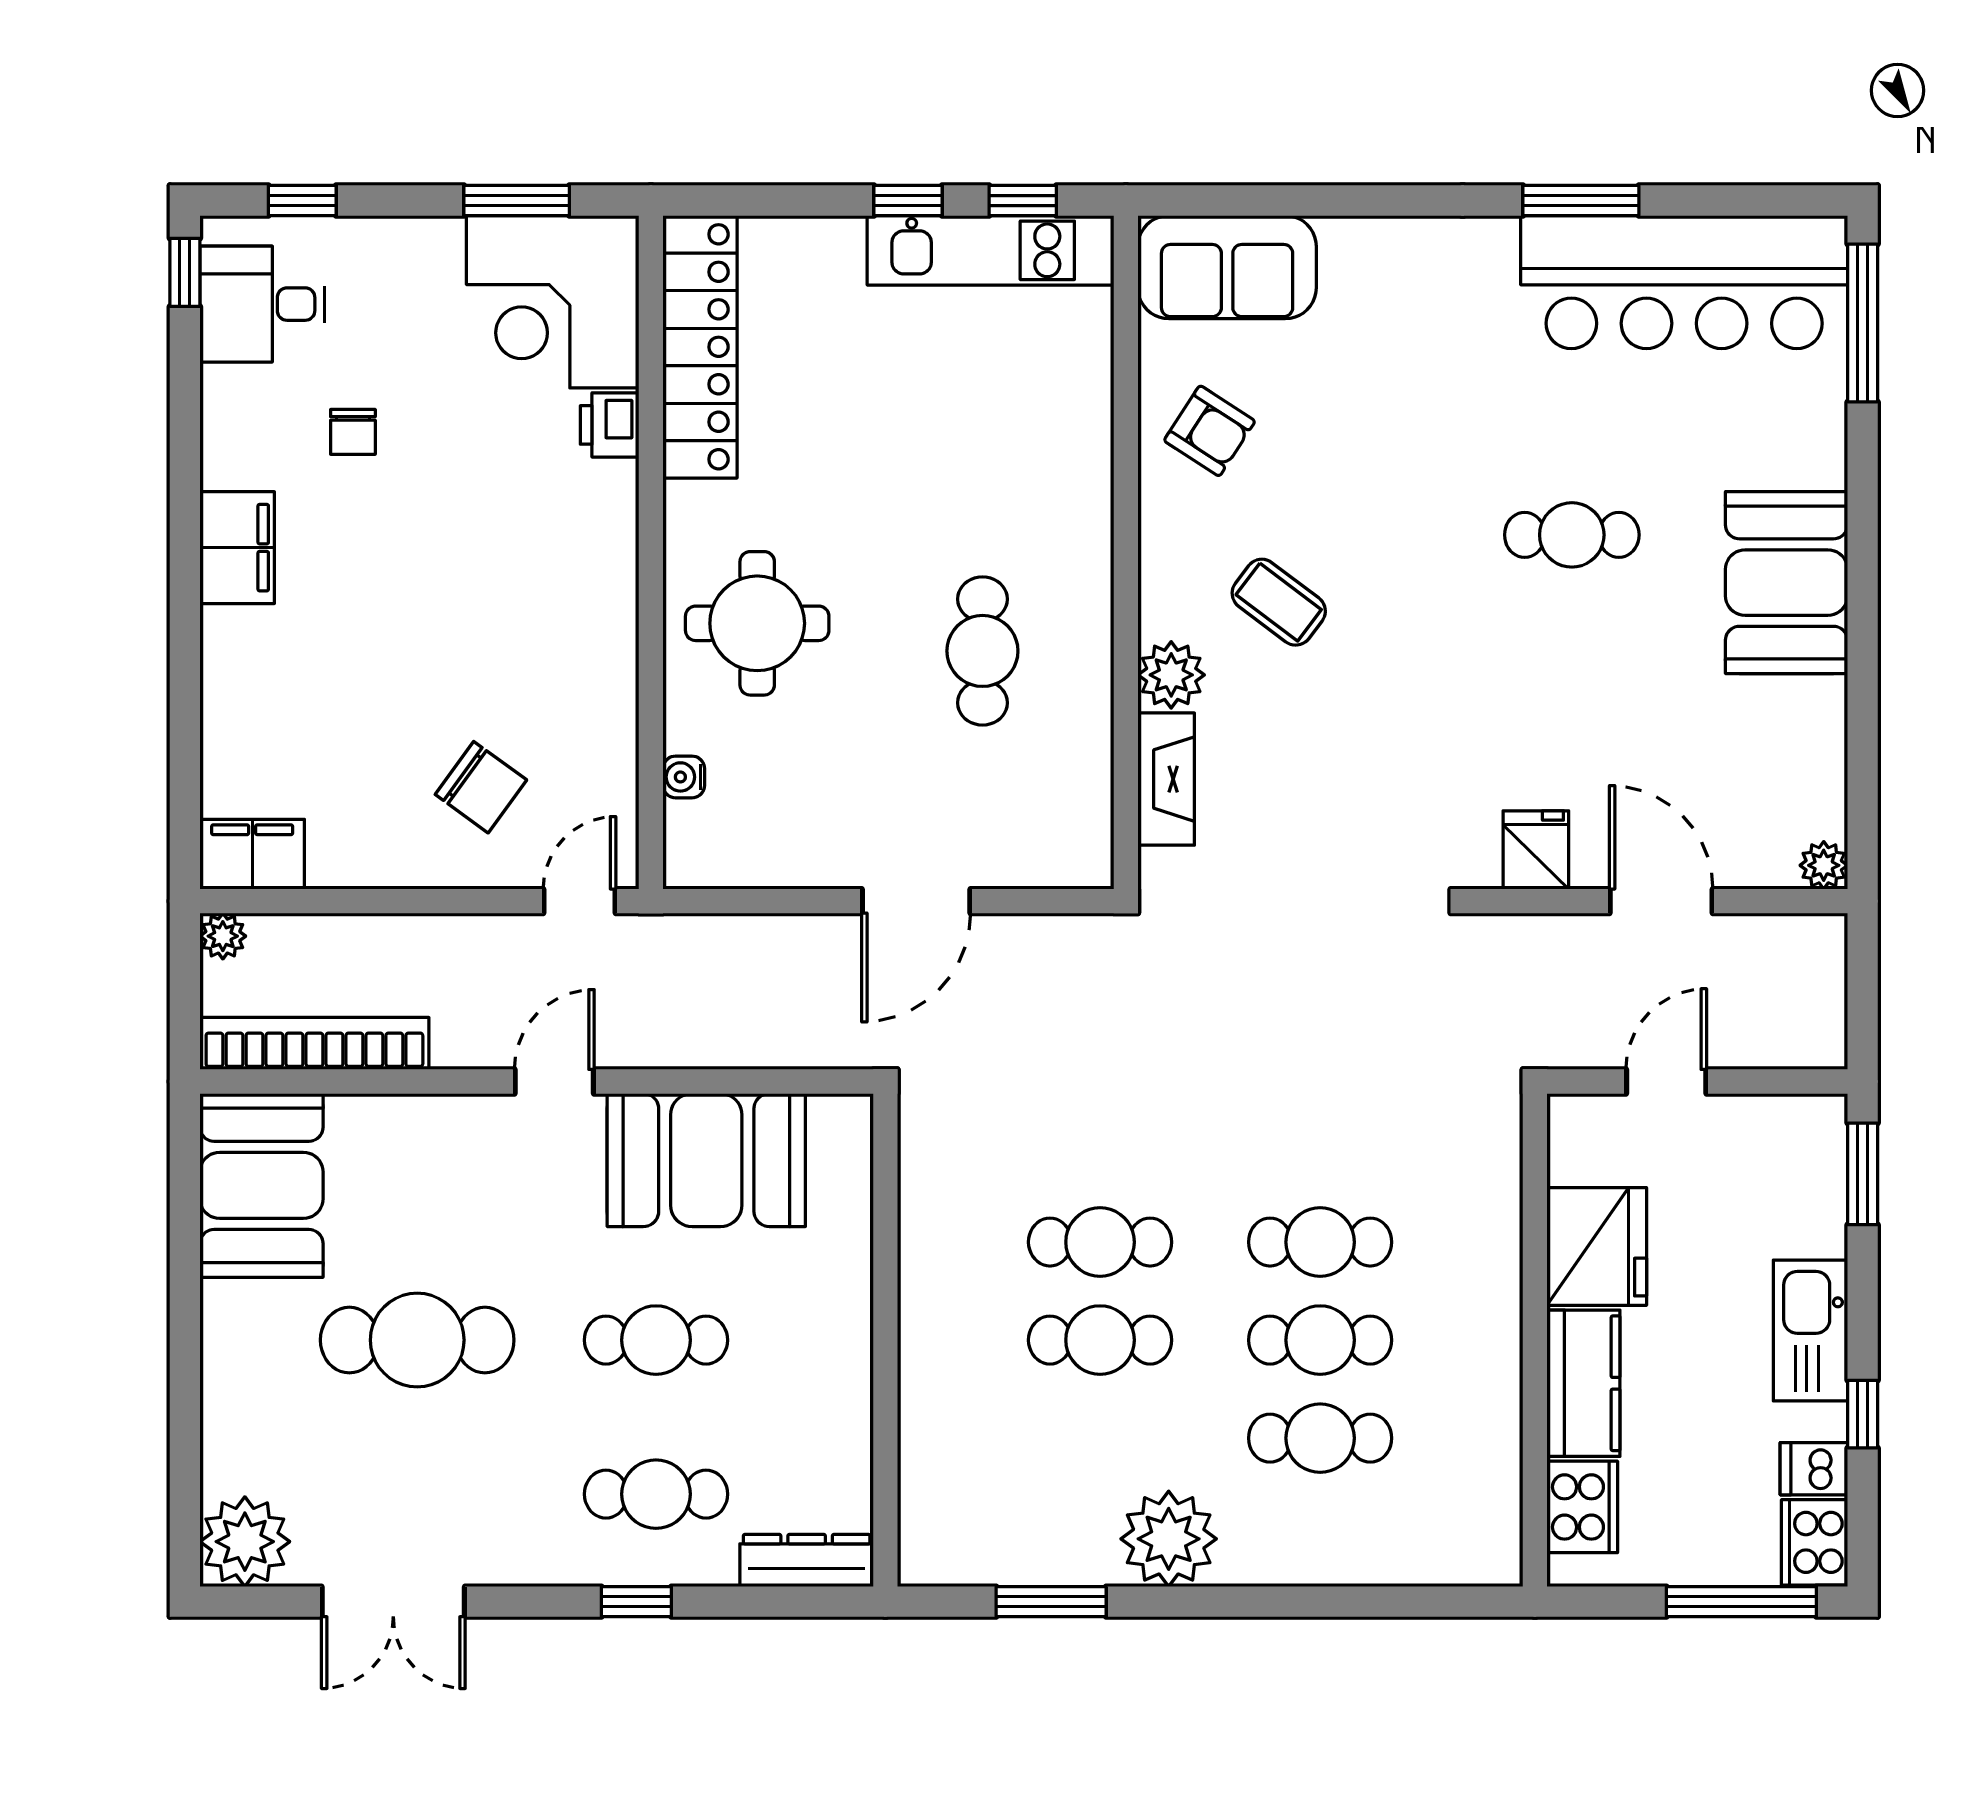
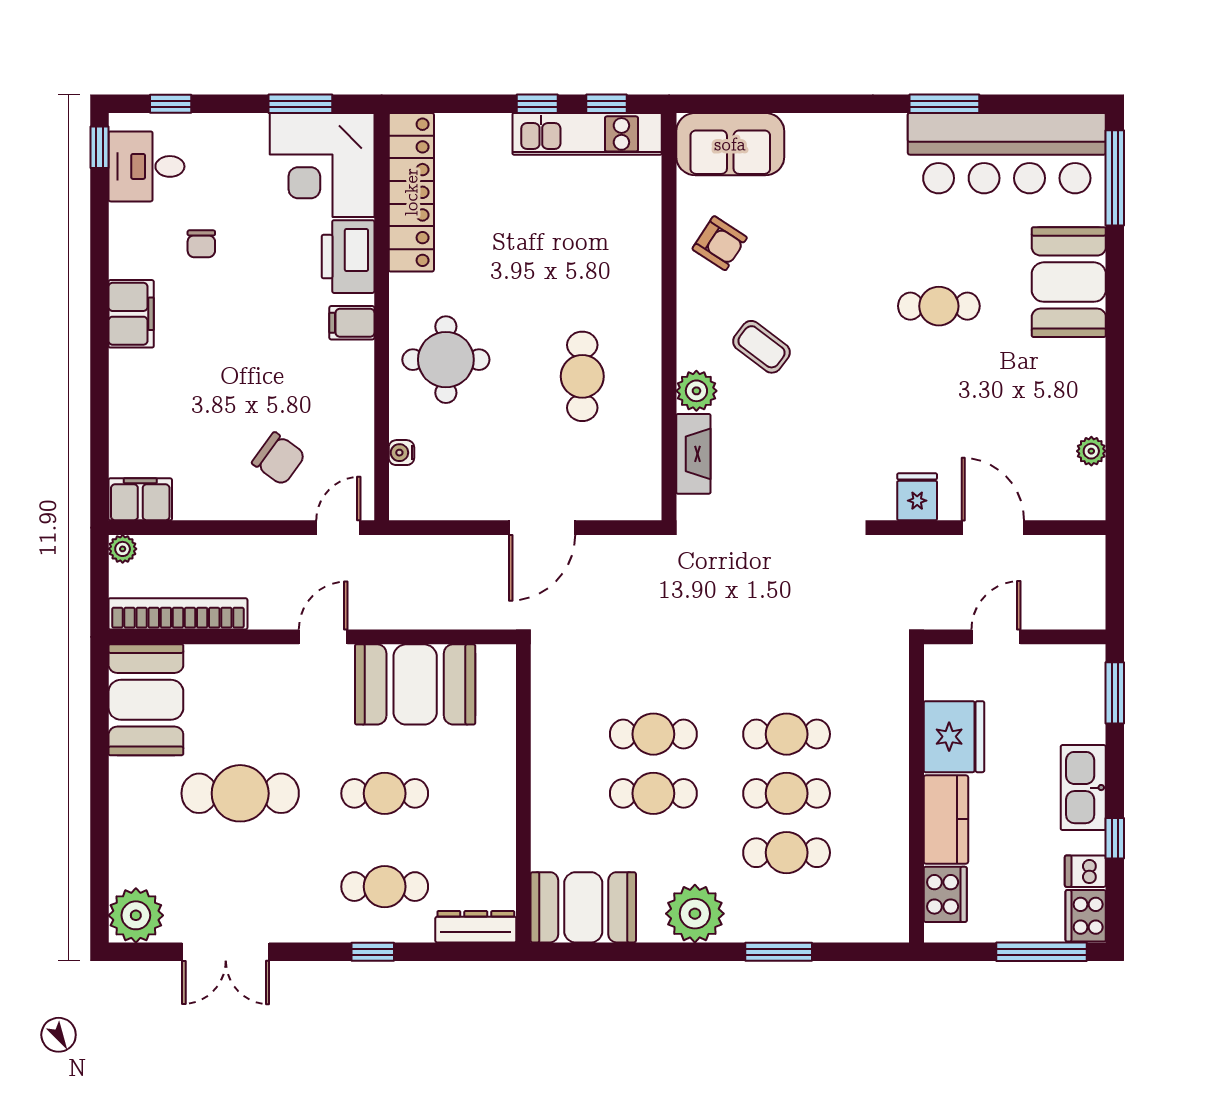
printer: (610, 425) -> (348, 257), width x1.87, depth x1.48
filing cabinet: (602, 562) -> (352, 323), added
booth: (1786, 583) -> (1069, 282), moved
plant: (1824, 865) -> (1091, 451), moved
booth: (984, 1528) -> (583, 907), added
window: (1051, 1602) -> (779, 952), moved

